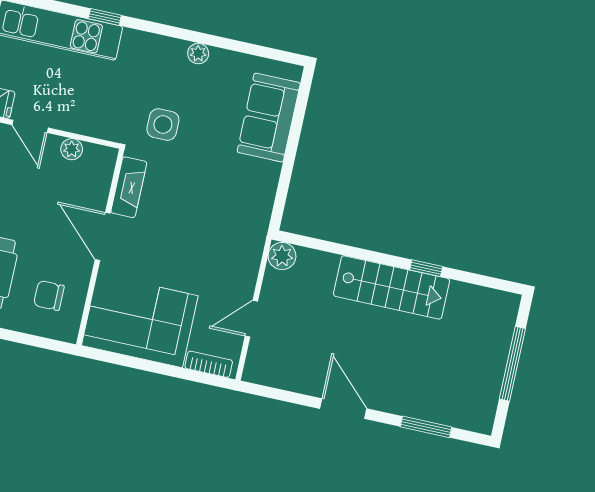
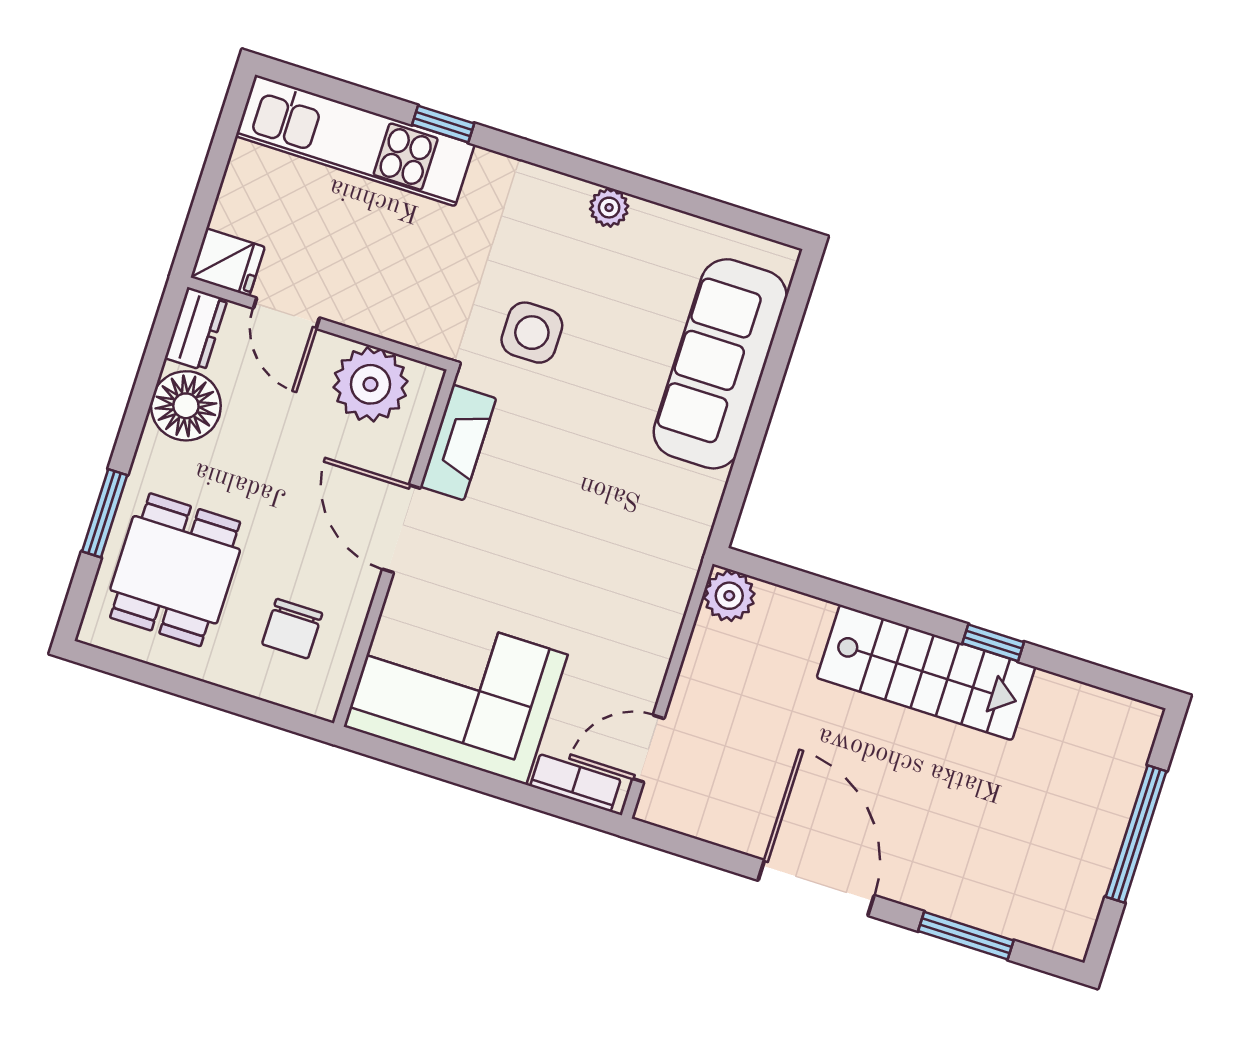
sofa: (269, 118) -> (720, 364), width x1.36
plant: (72, 149) -> (370, 384), width x1.87, depth x1.87
chair: (49, 296) -> (292, 629), turned -90
door: (251, 319) -> (648, 749), moved
door: (343, 409) -> (816, 888), width x1.36

